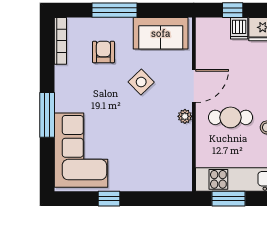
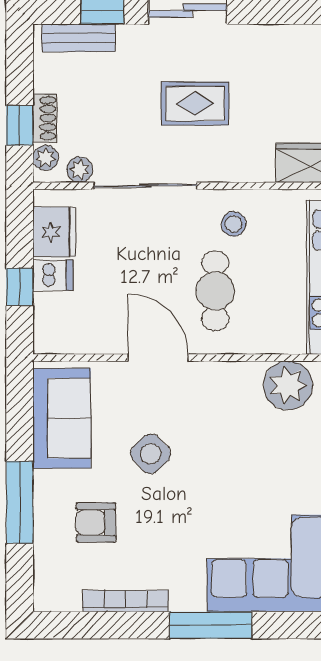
bookcase: (60, 41) -> (126, 601), moved
plant: (185, 116) -> (288, 385), moved, width x1.88, depth x1.88

